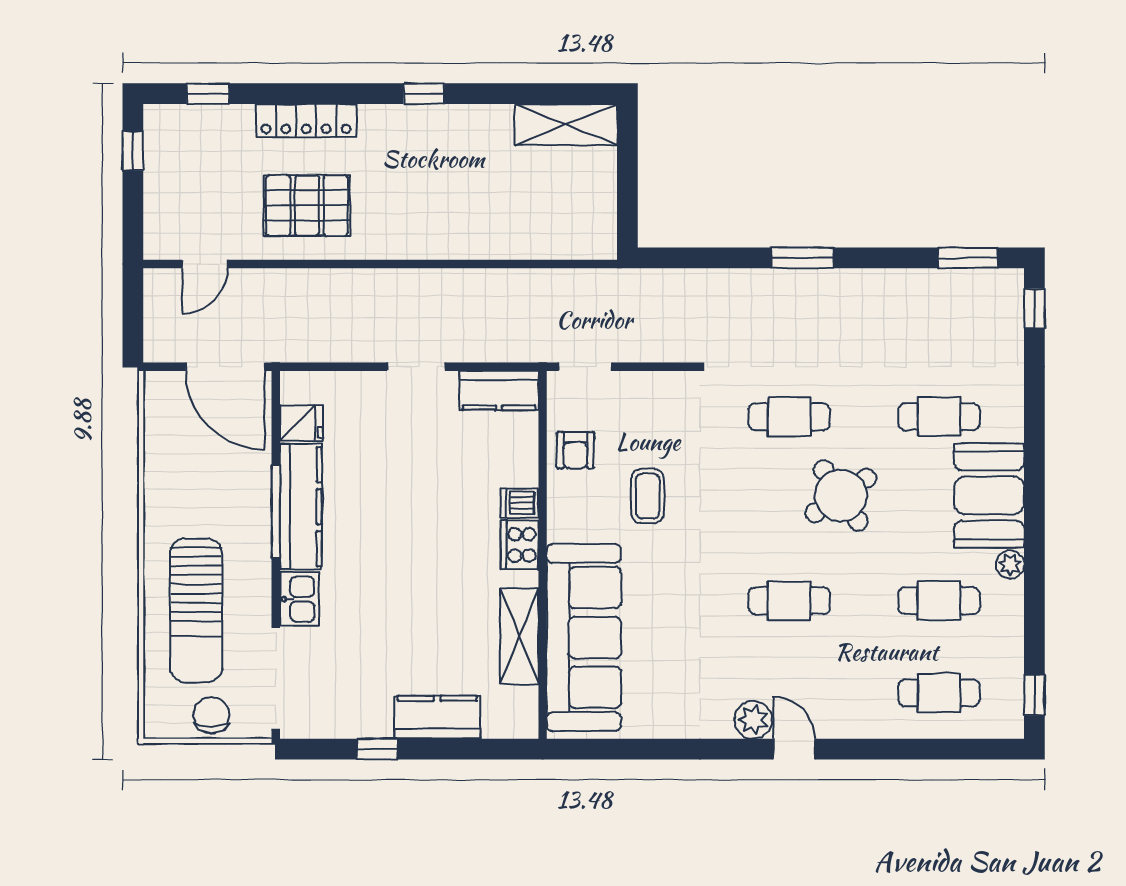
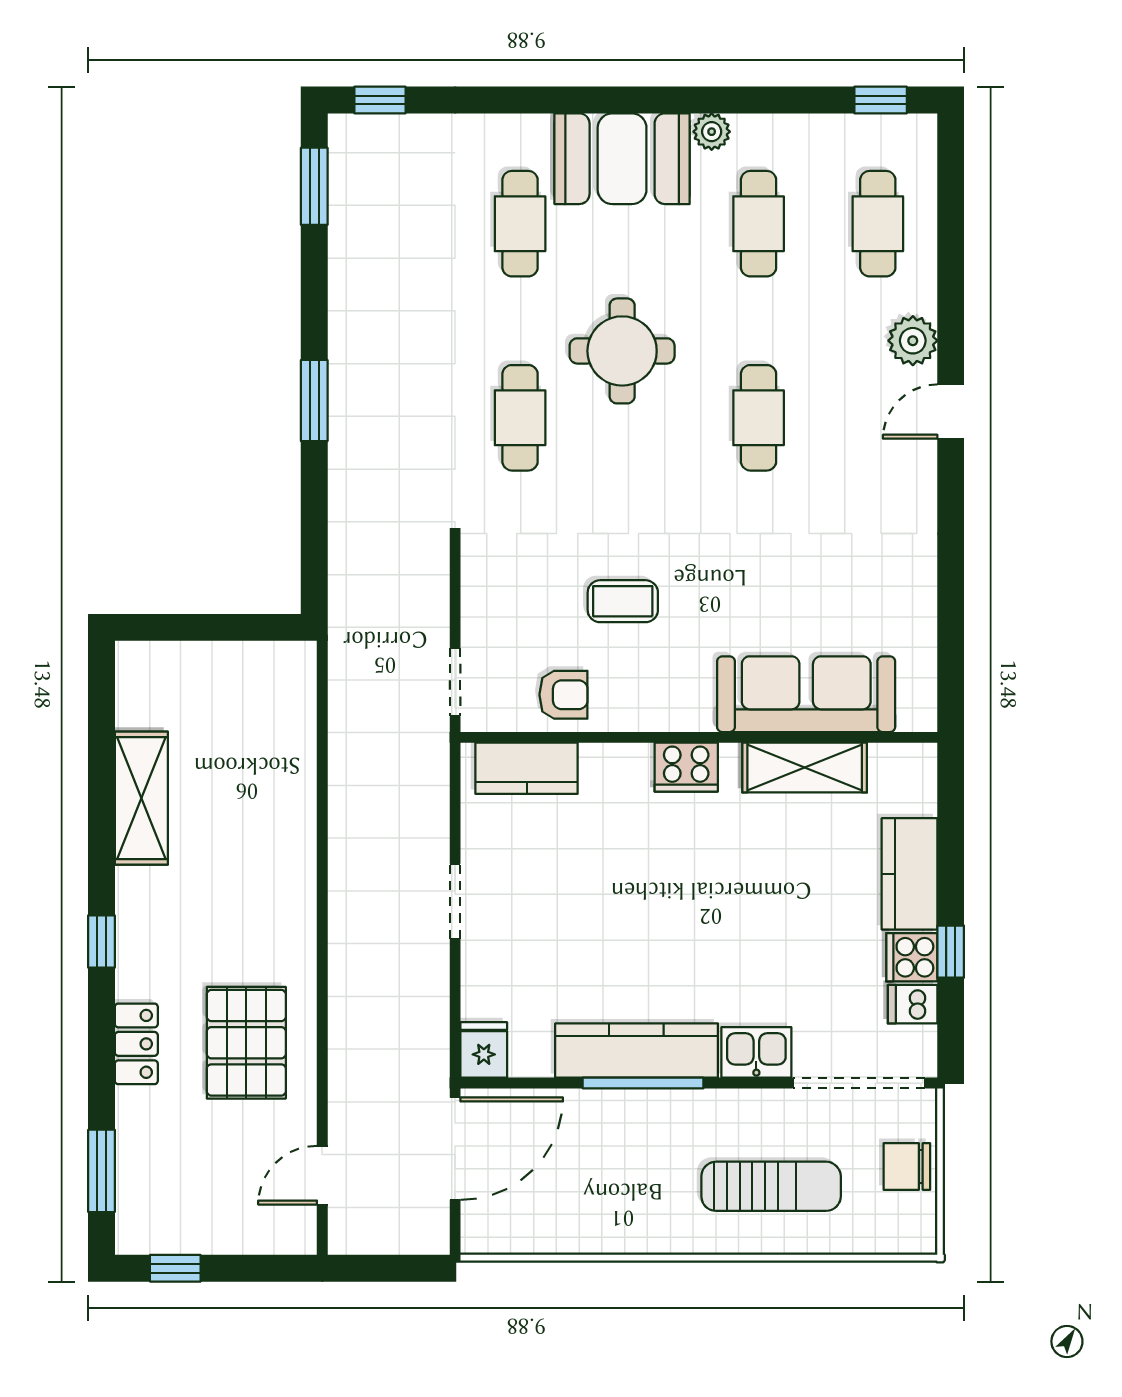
window: (208, 94) -> (102, 1171), width x1.50
window: (424, 94) -> (102, 942), moved
locker: (306, 121) -> (136, 1044), width x0.66
shelving: (566, 124) -> (141, 798), moved
door: (205, 264) -> (322, 1175), swing flipped
kitchen counter: (499, 390) -> (527, 768), moved, turned 90
fridge: (301, 423) -> (484, 1050), moved
round table: (841, 495) -> (622, 351), turned 34
dishwasher: (519, 503) -> (913, 1004), moved, turned 90
sun lounger: (196, 610) -> (771, 1186), width x0.73, depth x0.75
sofa: (584, 638) -> (806, 694), width x0.74, depth x0.79
cooker: (373, 719) -> (912, 957), added
plant: (753, 720) -> (913, 341), moved

